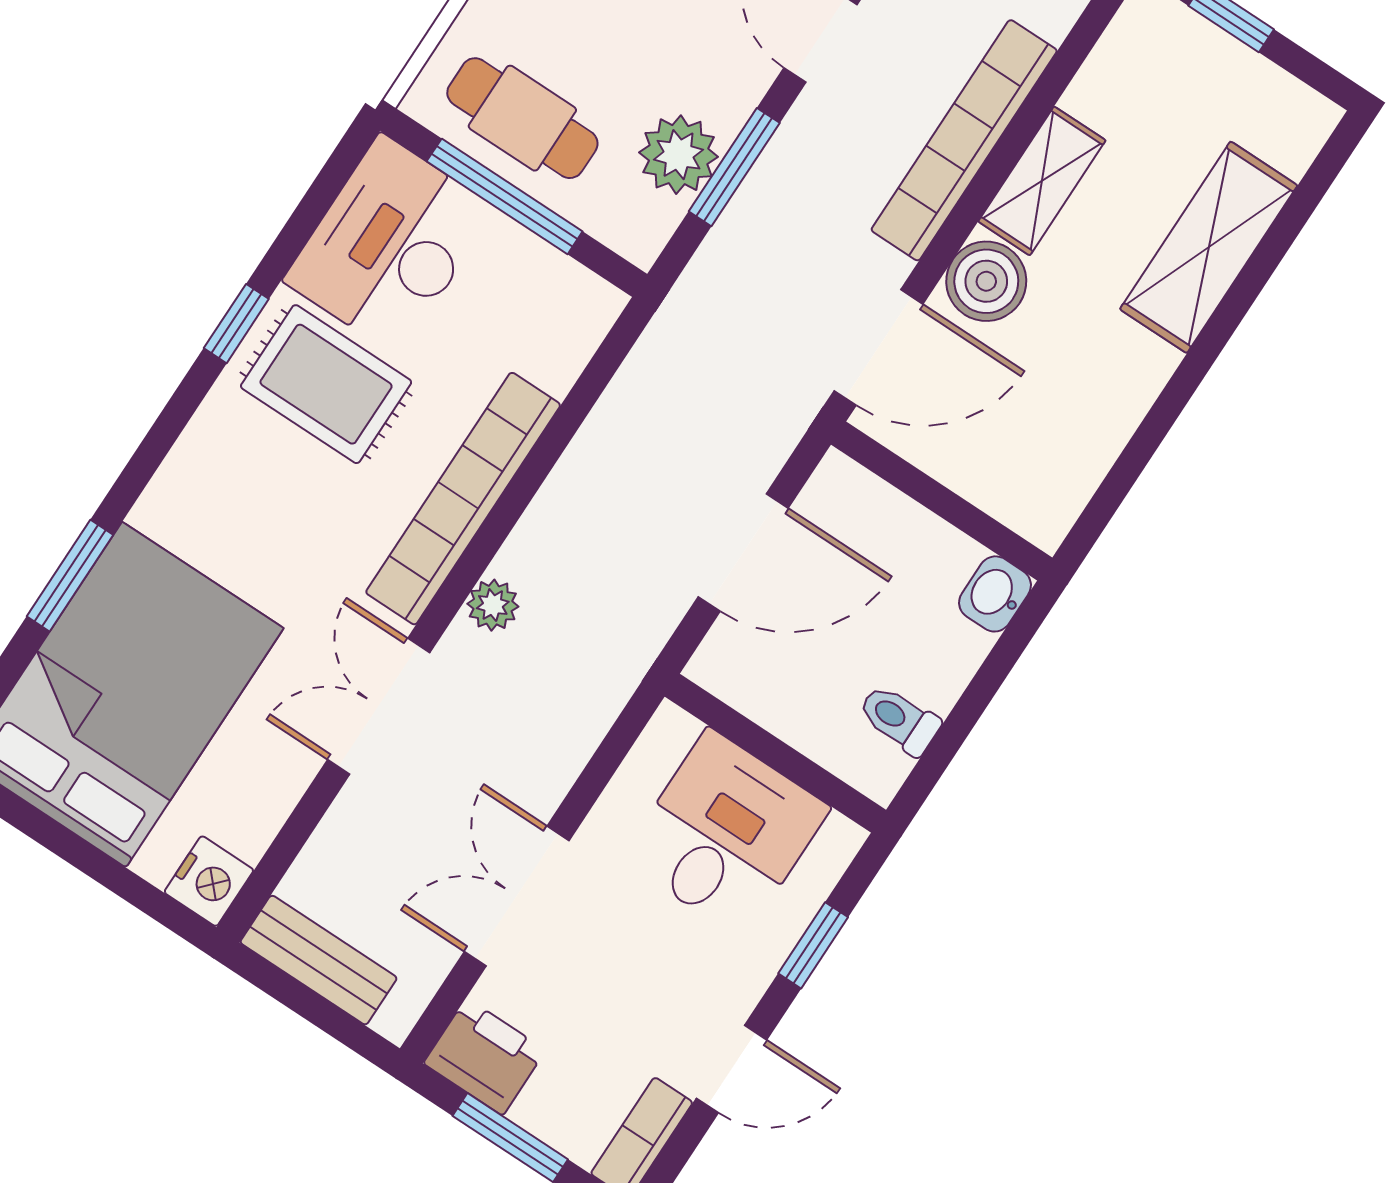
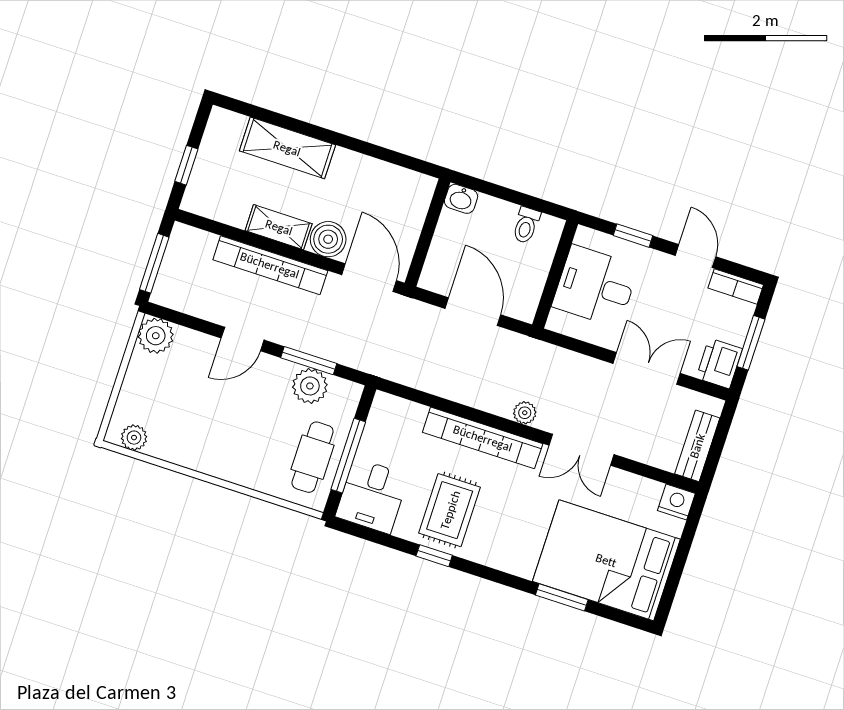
desk: (389, 245) -> (372, 496), width x0.73
double door: (517, 896) -> (647, 368), swing flipped

